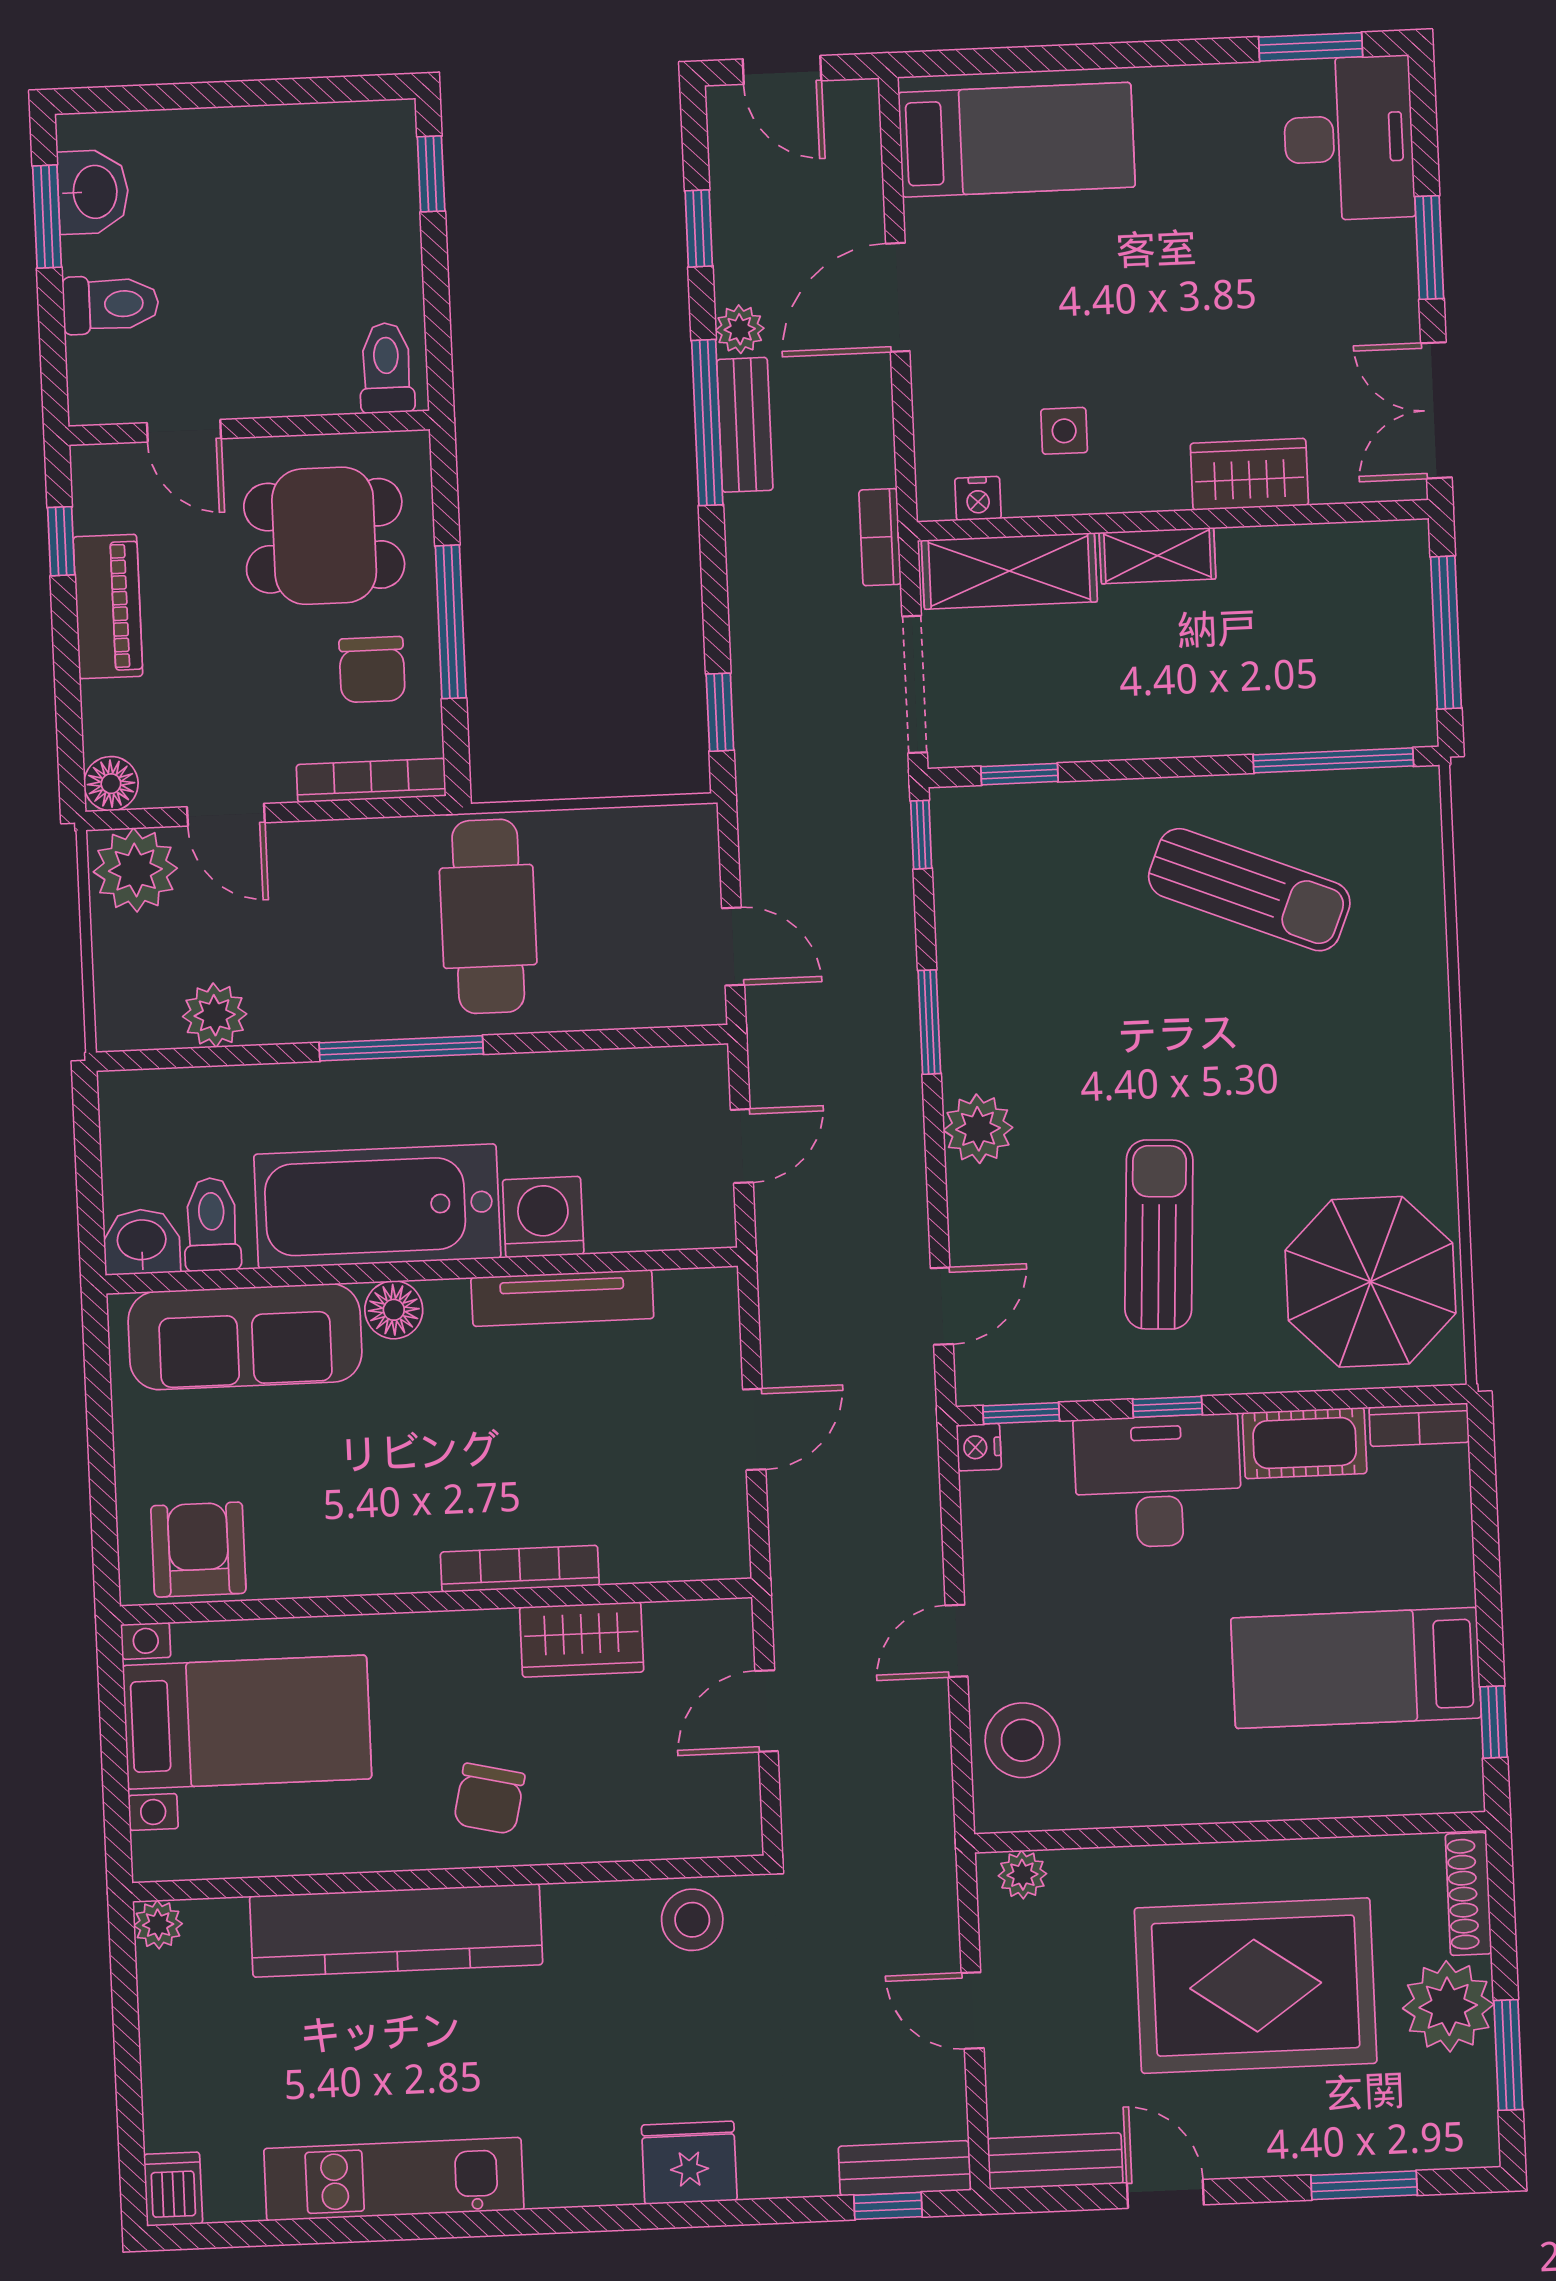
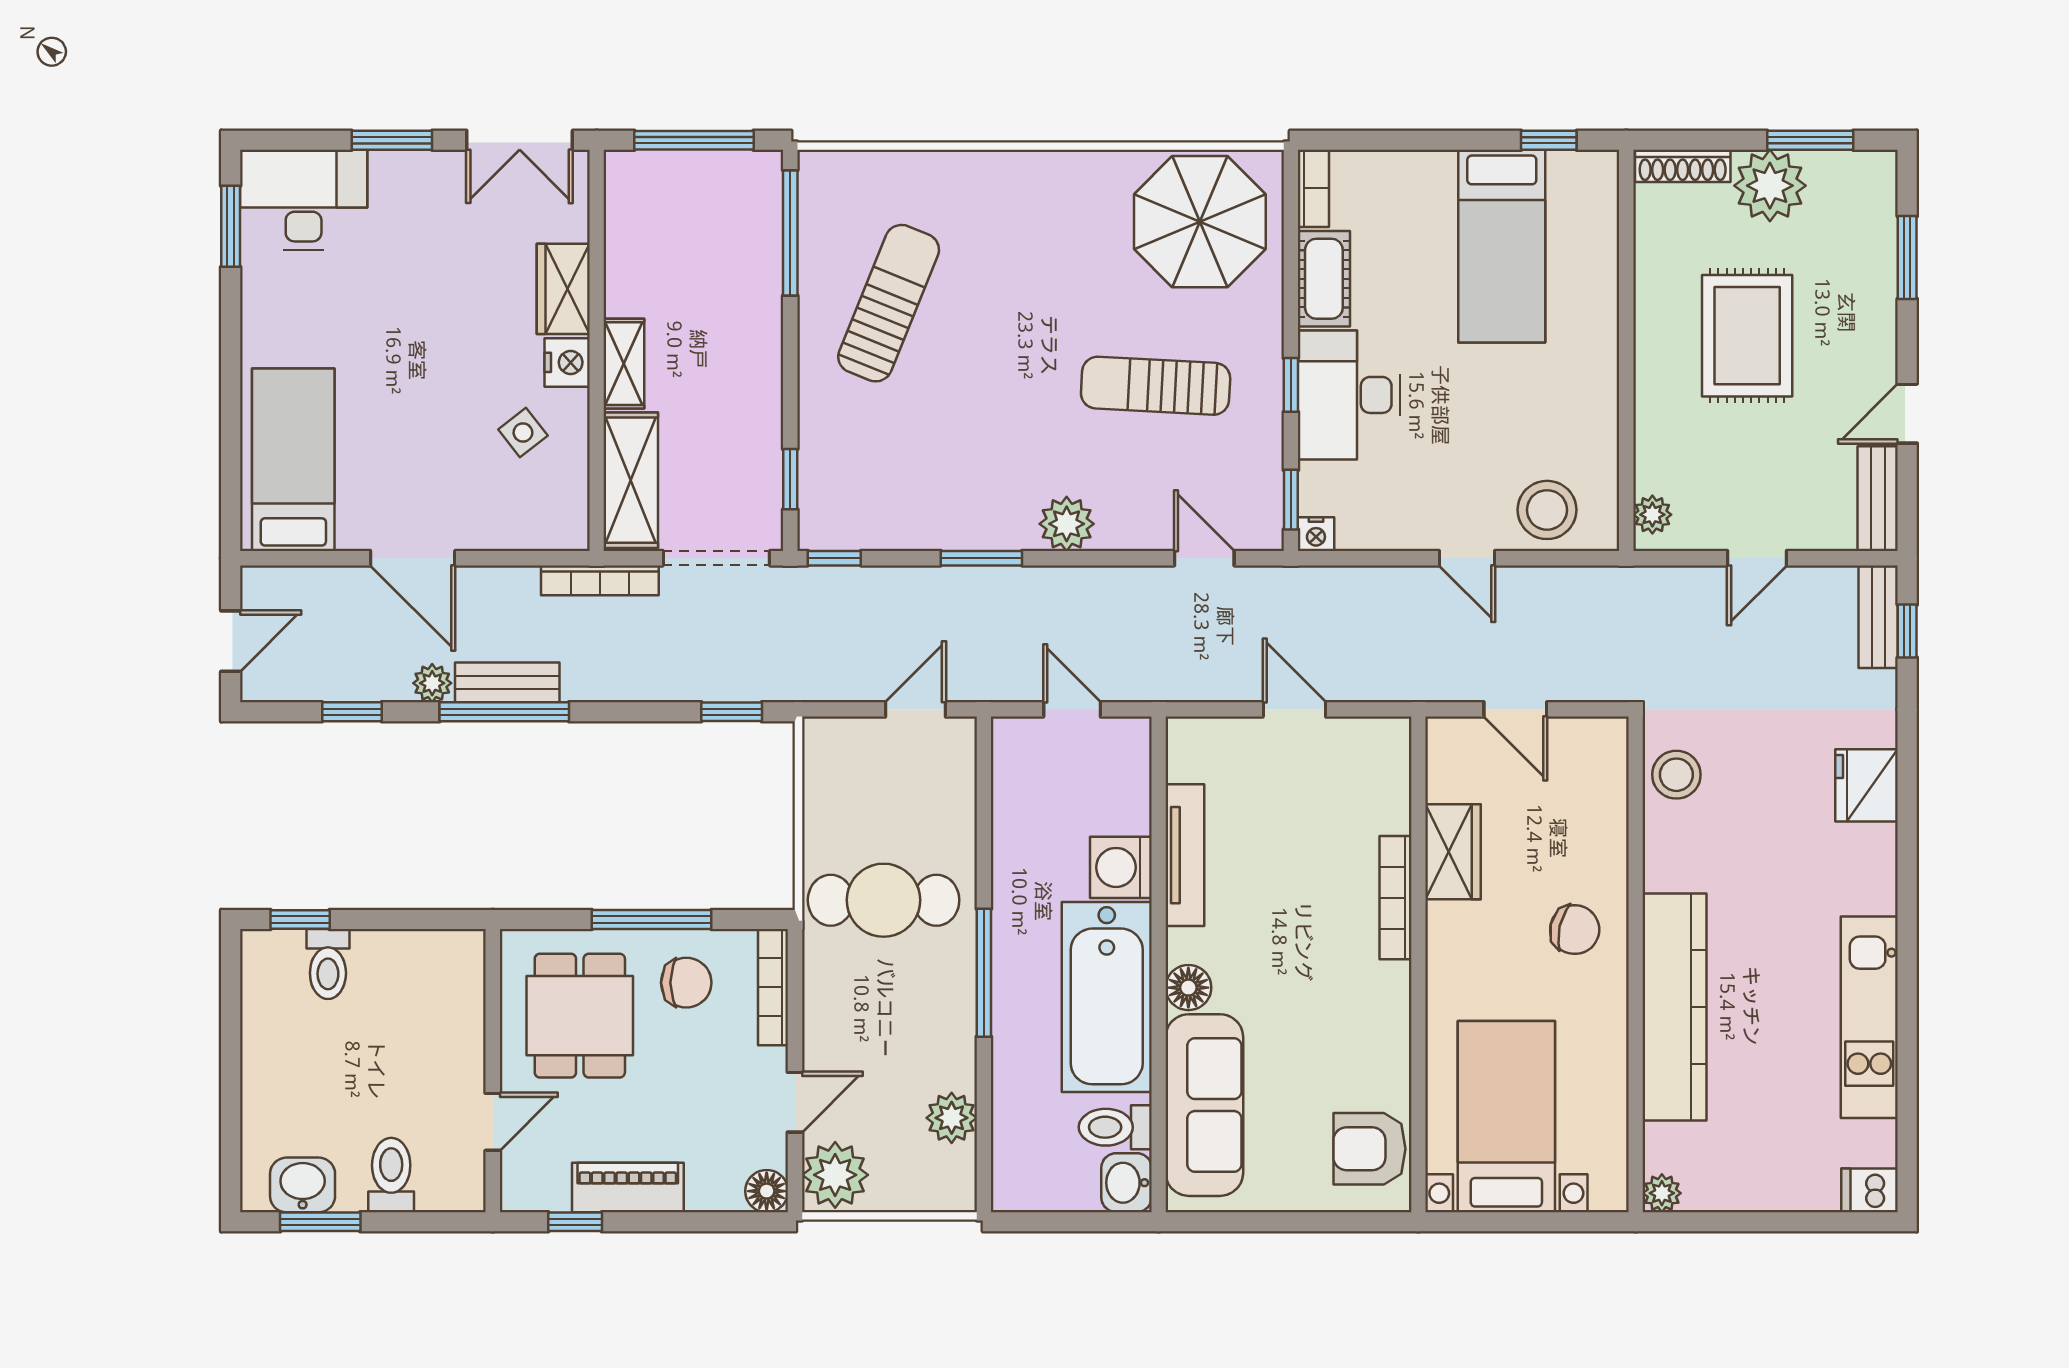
toilet: (386, 368) -> (328, 964), moved, turned -90
side table: (1064, 431) -> (523, 432), turned -38
nightstand: (978, 498) -> (567, 362), moved, width x1.39, depth x1.35
bookcase: (880, 537) -> (600, 580), width x1.56
rug: (1256, 1986) -> (1747, 336), width x0.73, depth x0.69

